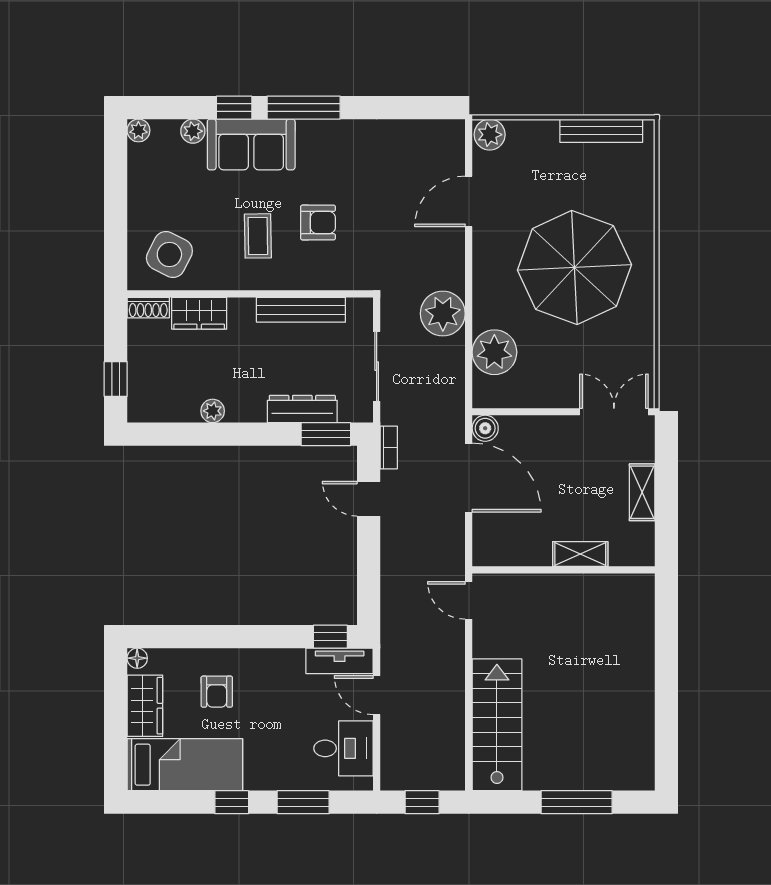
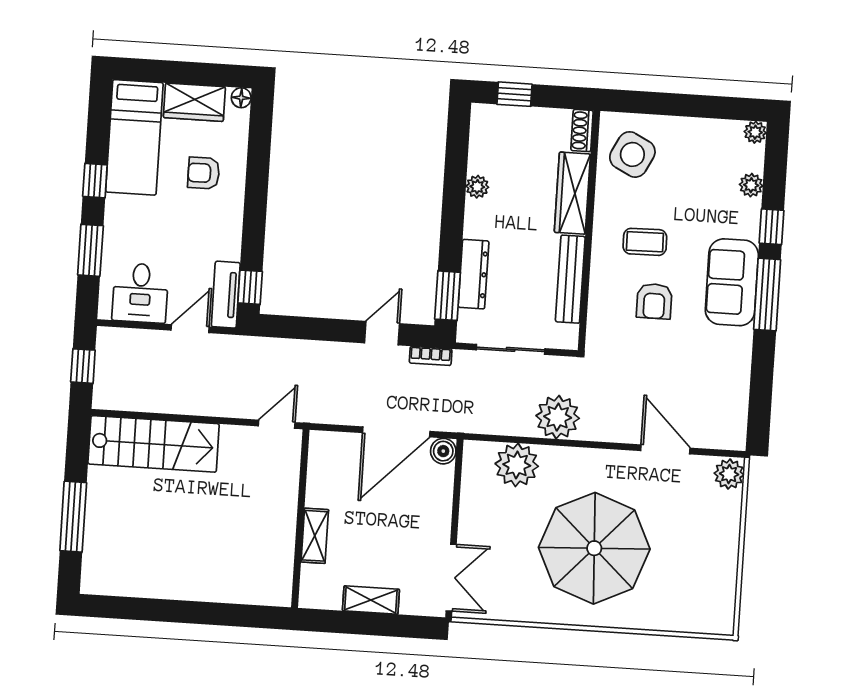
bench: (601, 131) -> (726, 583), removed
sofa: (251, 144) -> (732, 282), moved
wardrobe: (199, 313) -> (572, 193), width x1.50

